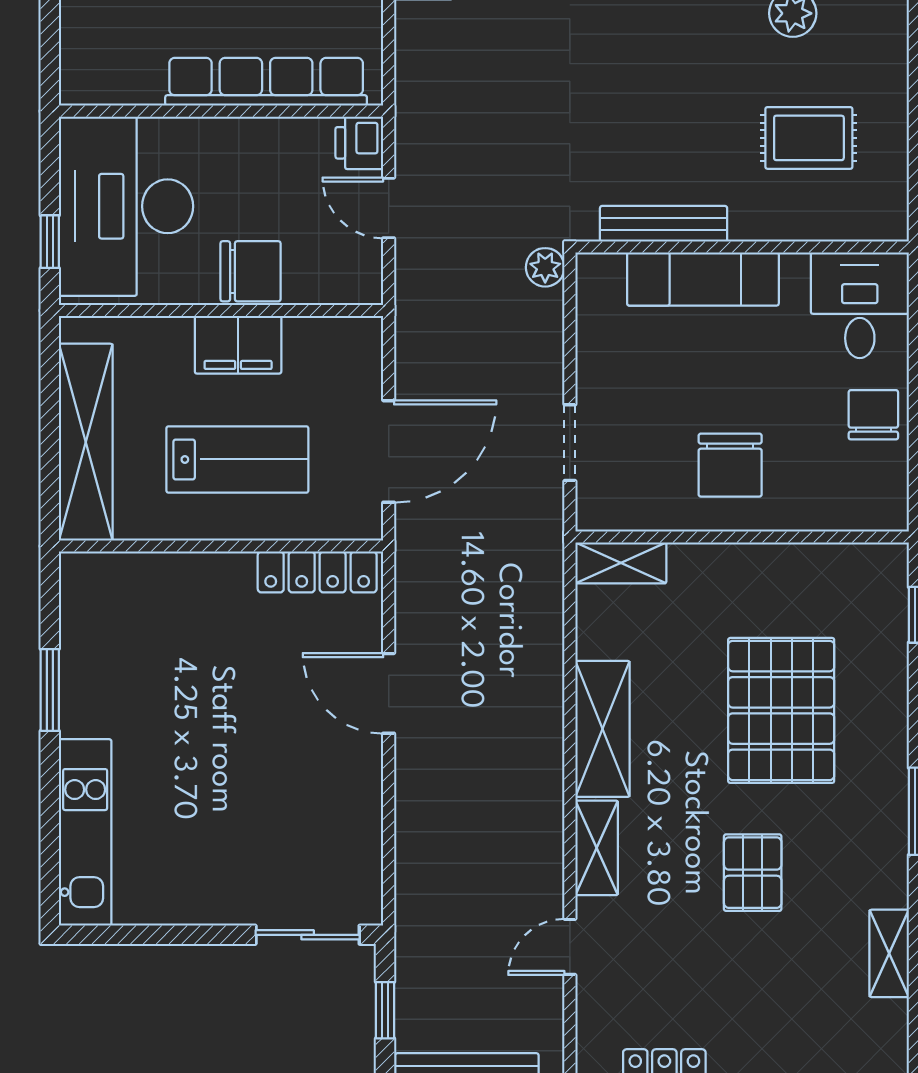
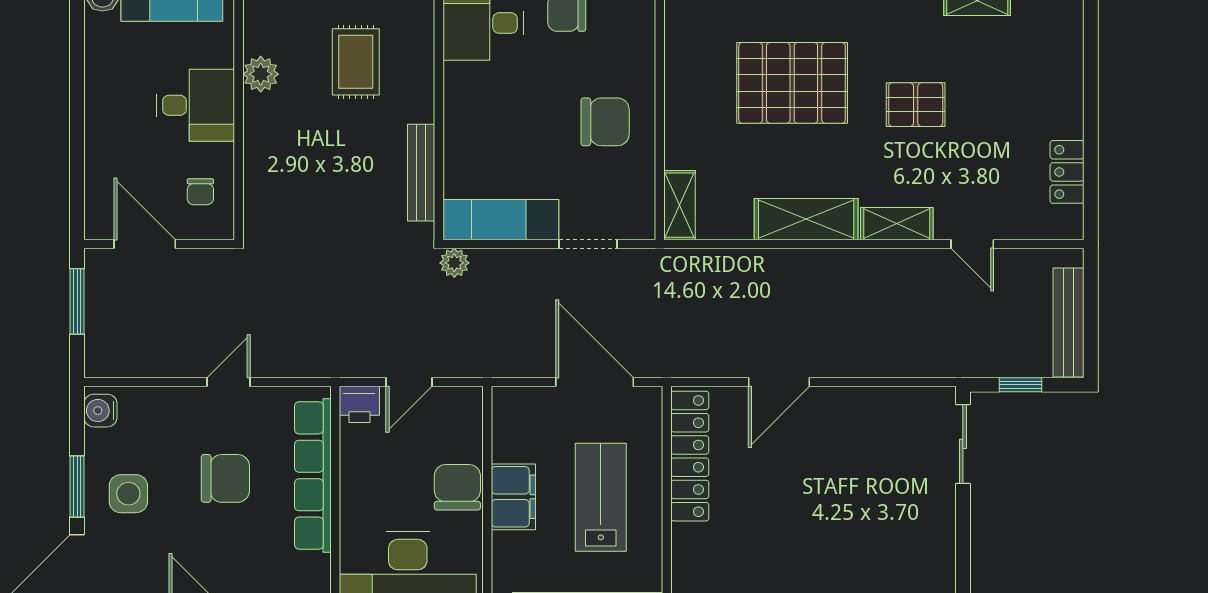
exam couch: (703, 279) -> (501, 220), moved, turned -90
locker: (317, 572) -> (690, 456), width x1.41, depth x1.21

